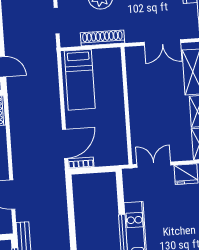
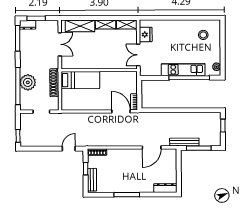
bed: (80, 80) -> (80, 80), moved

